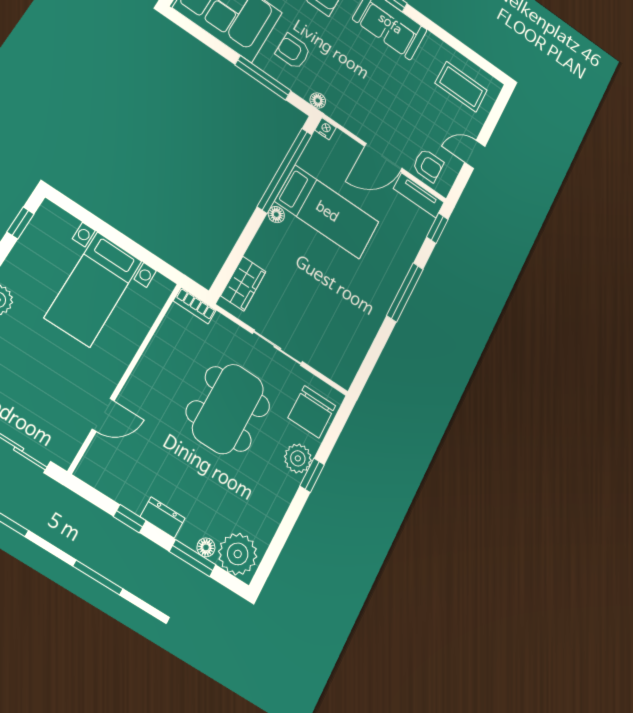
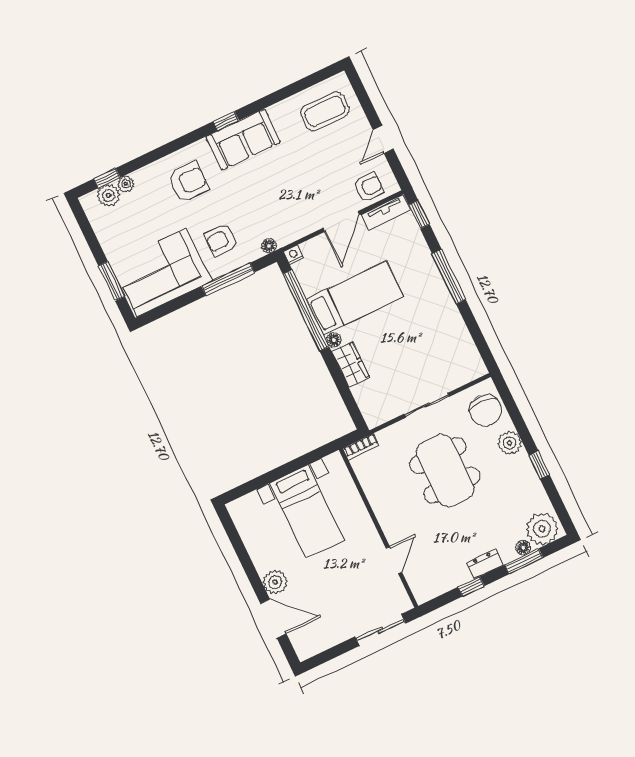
window: (20, 223) -> (232, 533), removed
wardrobe: (243, 284) -> (350, 364), moved
window: (312, 475) -> (539, 465), moved

